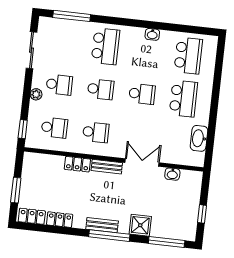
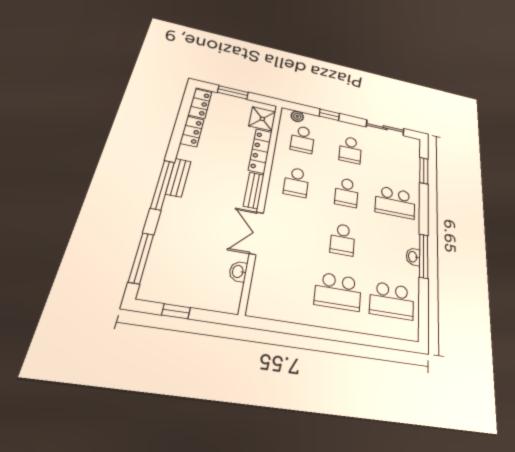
window: (72, 16) -> (424, 171), width x0.69
window: (151, 25) -> (424, 256), added
plant: (36, 94) -> (297, 116), moved
window: (23, 129) -> (329, 115), moved
washbasin: (199, 138) -> (285, 311), removed
double door: (142, 163) -> (256, 233), swing flipped
locker: (77, 164) -> (260, 151), width x1.53
shower: (140, 225) -> (262, 119), moved

